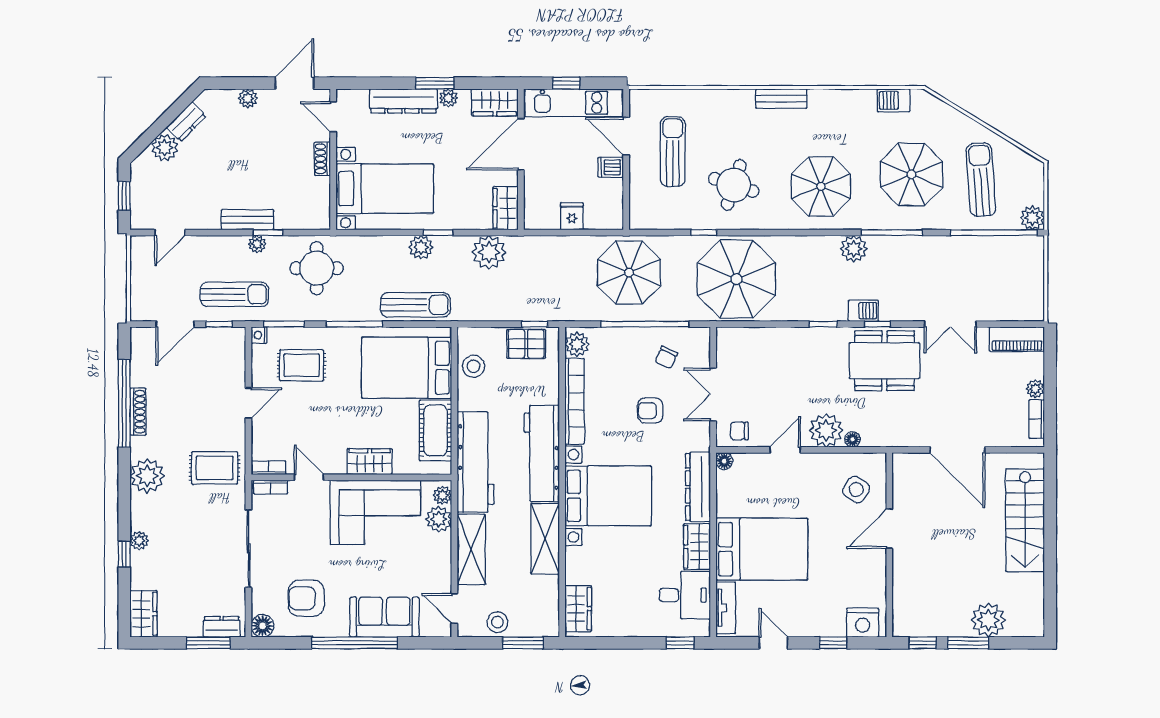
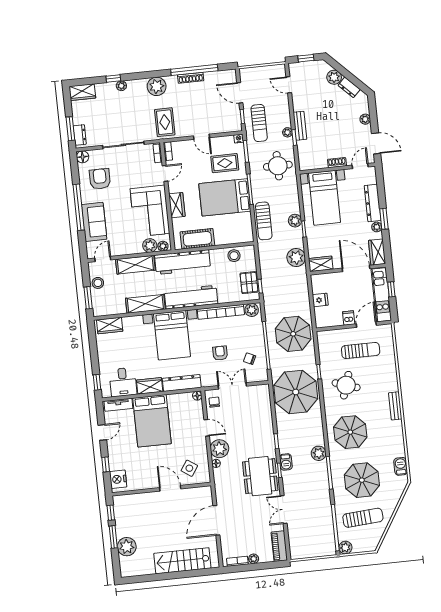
rug: (302, 365) -> (225, 163), turned 90
bed: (407, 368) -> (225, 197), moved, turned -90

